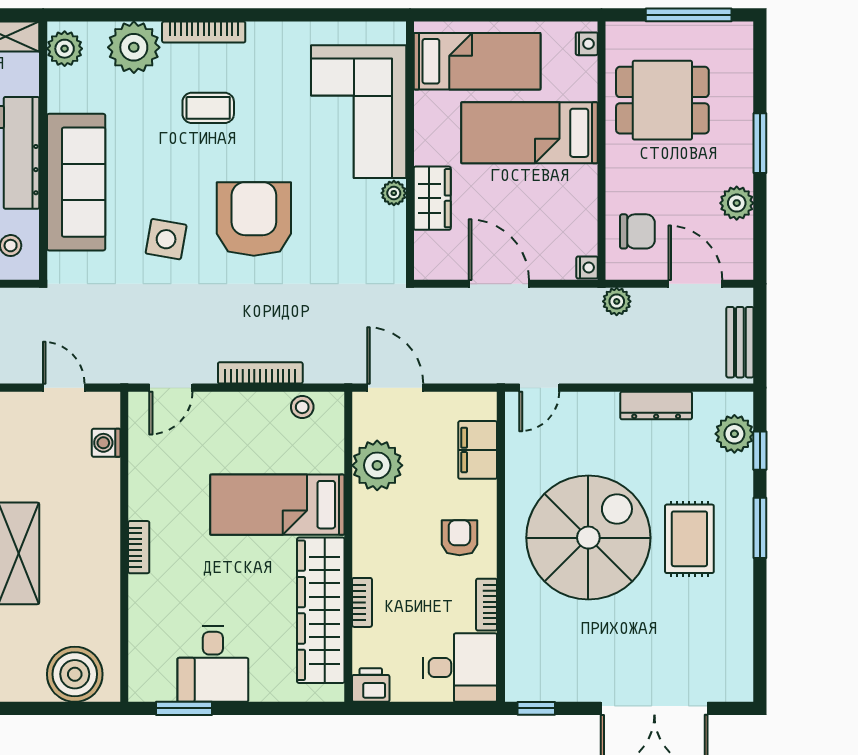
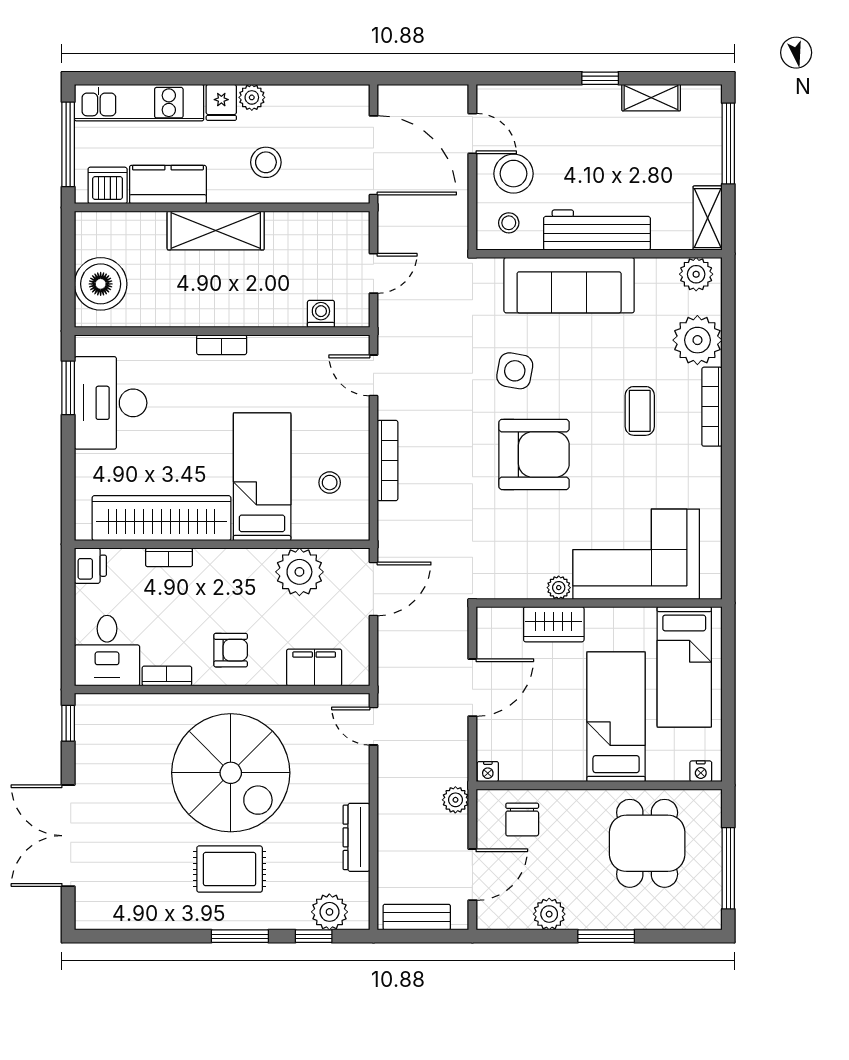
stool: (302, 407) -> (330, 483), moved
desk: (213, 664) -> (111, 403), width x1.37

